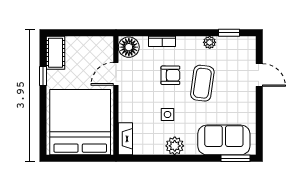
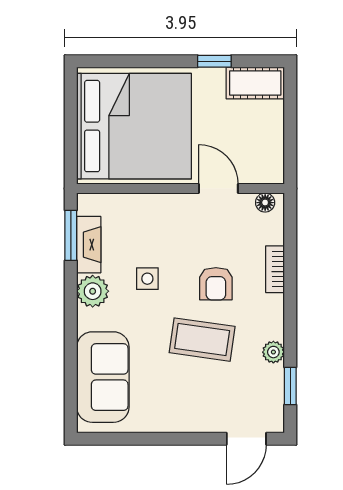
floor lamp: (129, 47) -> (265, 203), width x0.53, depth x0.53
door: (259, 75) -> (246, 439), moved
fireplace: (125, 139) -> (89, 245), moved, turned -90
window: (235, 158) -> (71, 235), moved

